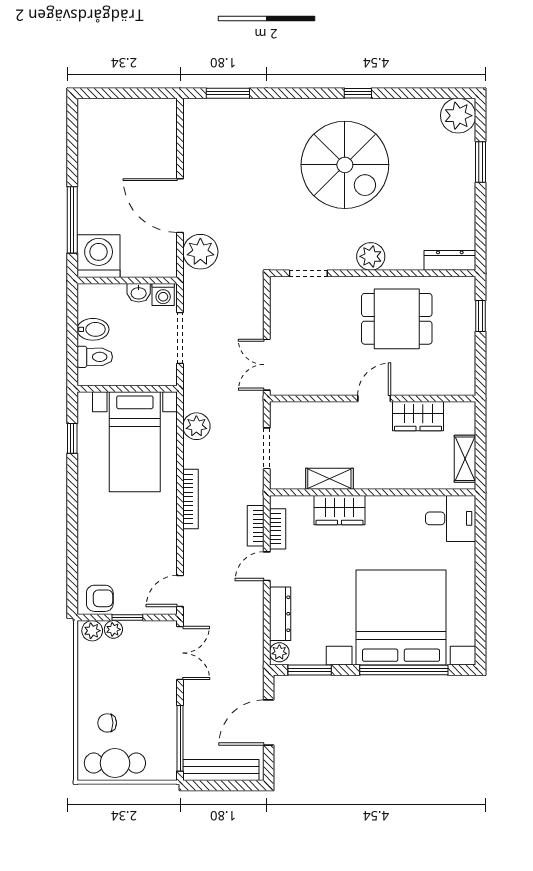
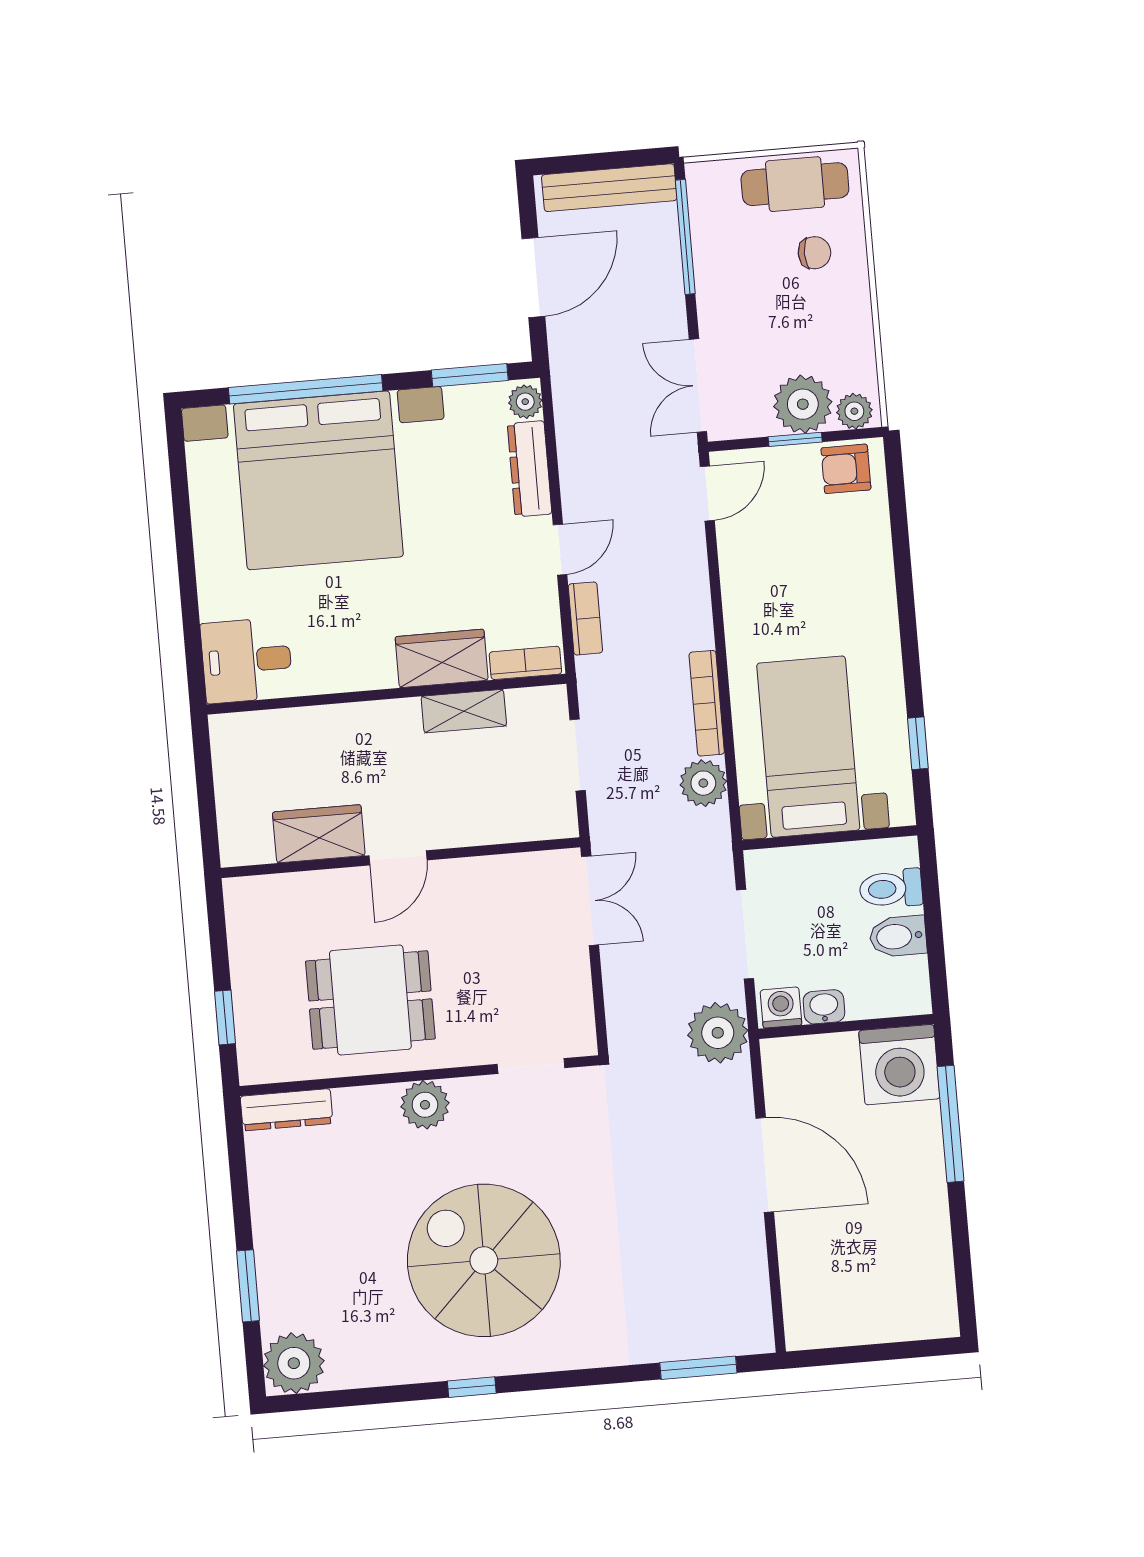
plant: (200, 252) -> (718, 1033), moved
shelving: (465, 459) -> (231, 766), removed
bookcase: (191, 499) -> (707, 703), moved
bookcase: (278, 529) -> (525, 663), moved, turned 90
plant: (113, 629) -> (803, 404), width x1.88, depth x1.88

